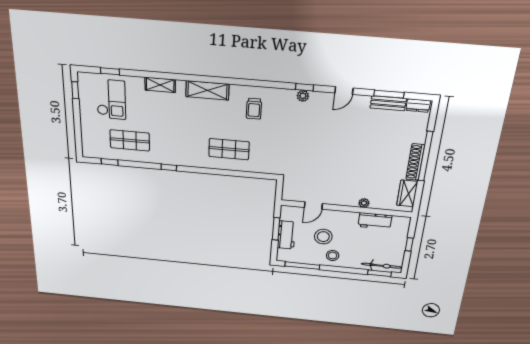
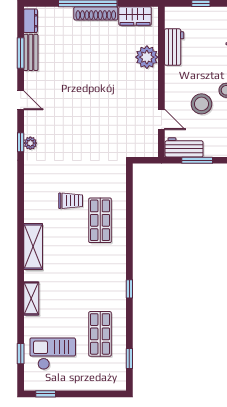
trolley: (254, 109) -> (71, 201), moved
plant: (364, 203) -> (147, 57), width x1.88, depth x1.88
workbench: (286, 235) -> (184, 147), moved

